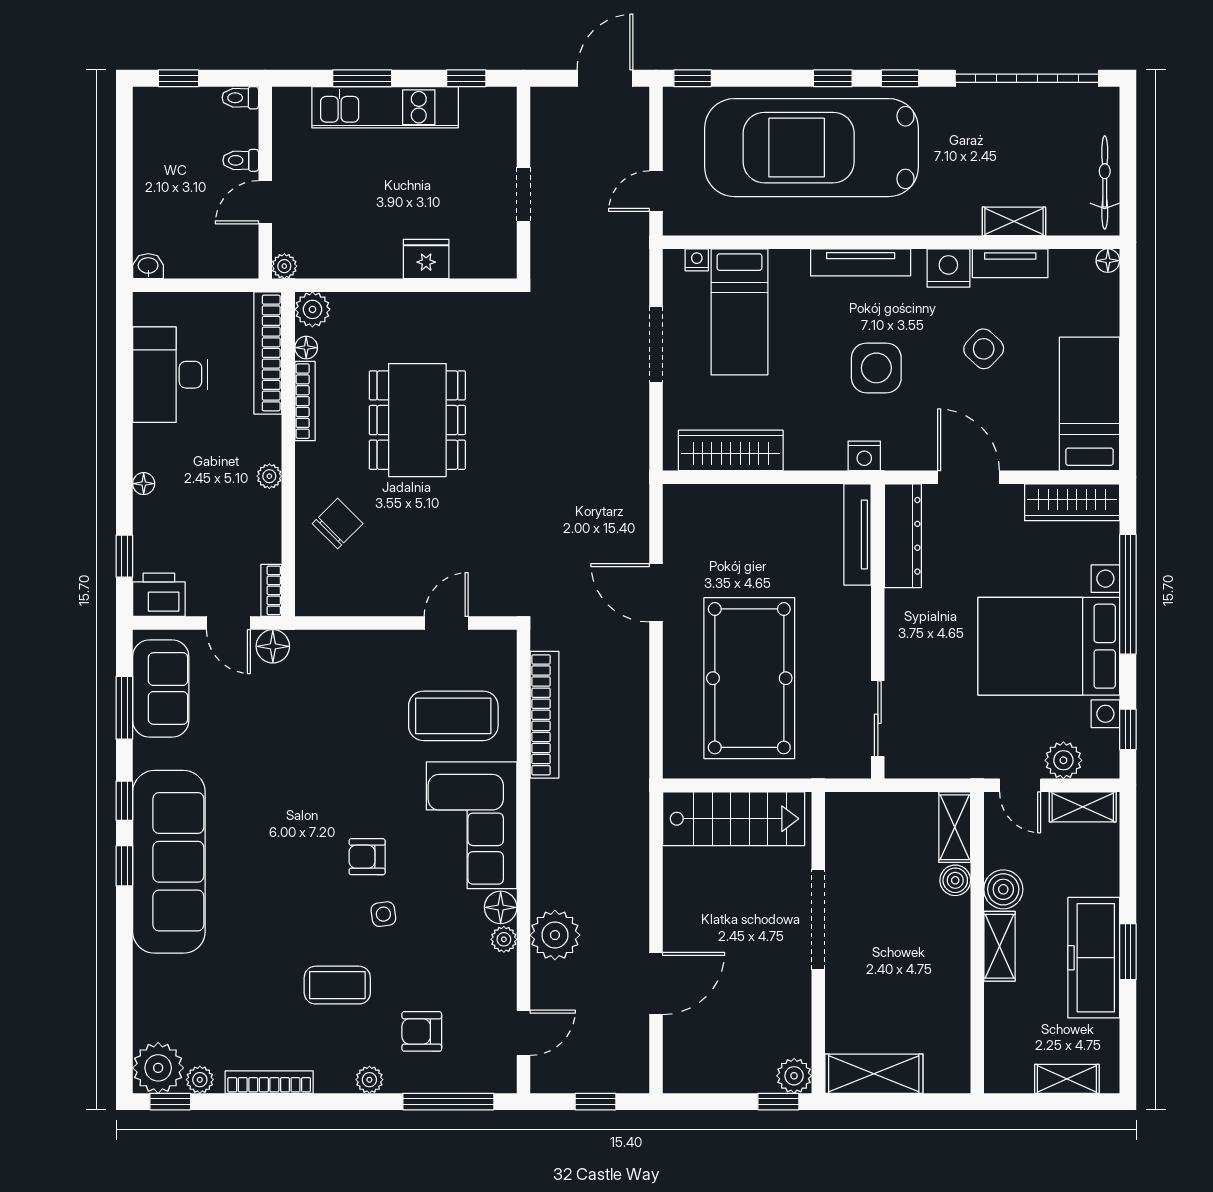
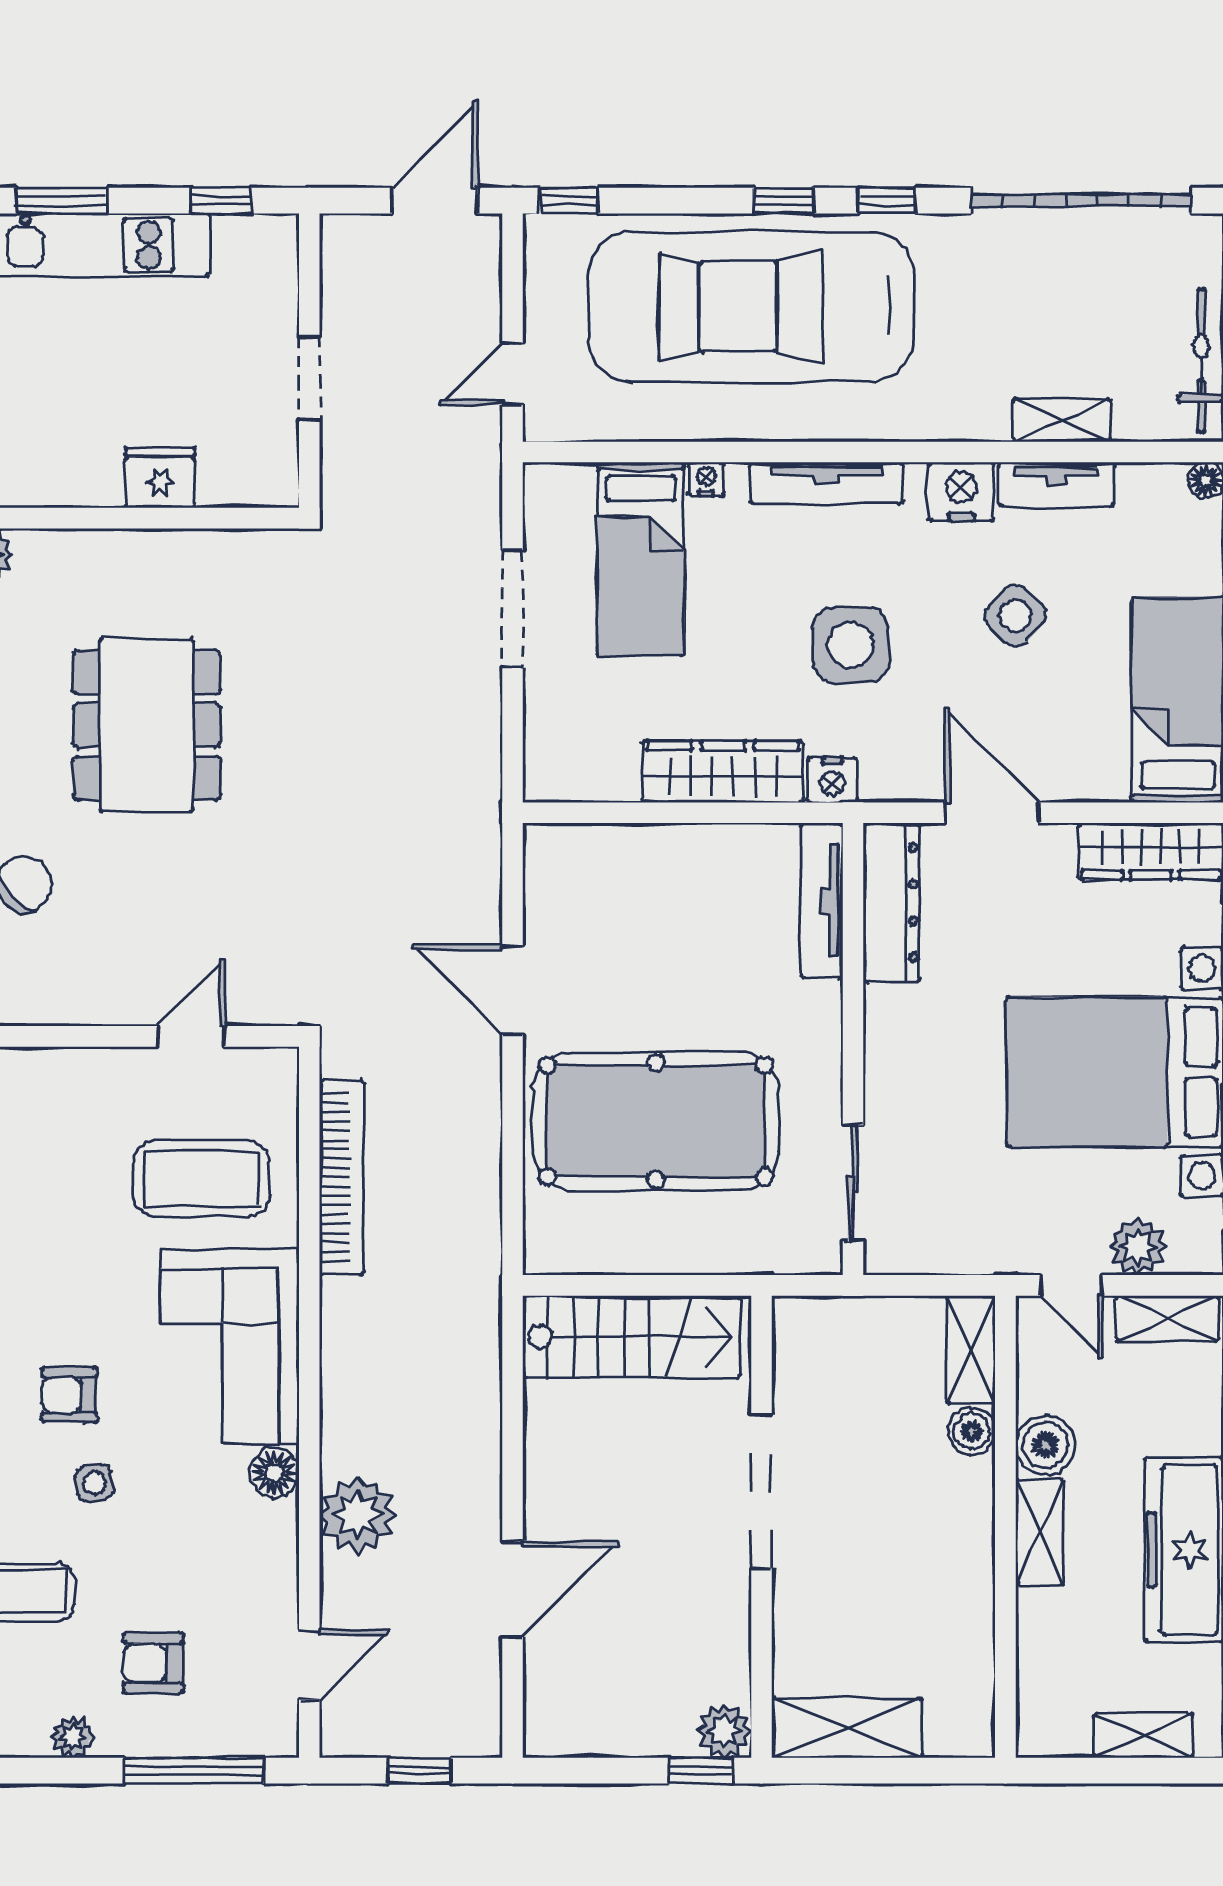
nightstand: (697, 260) -> (706, 479), moved
wardrobe: (731, 450) -> (723, 772), moved
pool table: (749, 678) -> (656, 1121), turned 90
plant: (504, 939) -> (279, 1522), removed

